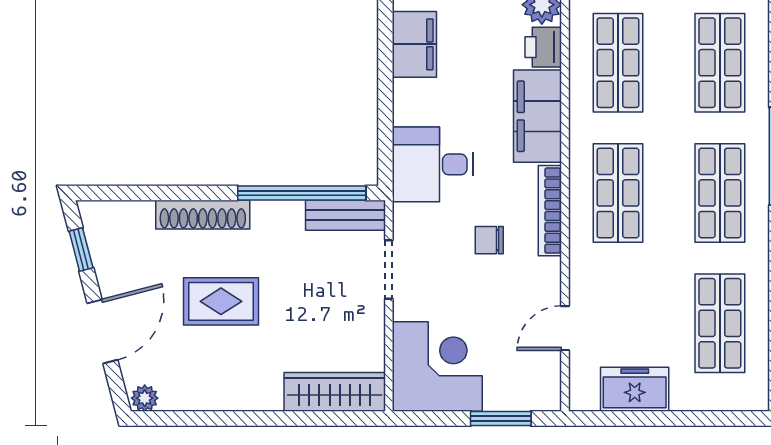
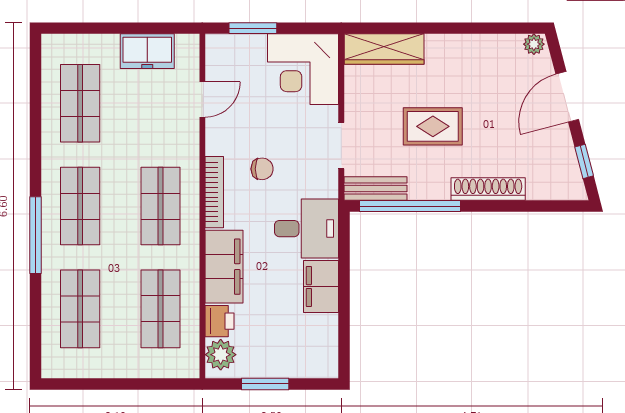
filing cabinet: (414, 44) -> (321, 287), moved
rug: (221, 301) -> (433, 126), moved

